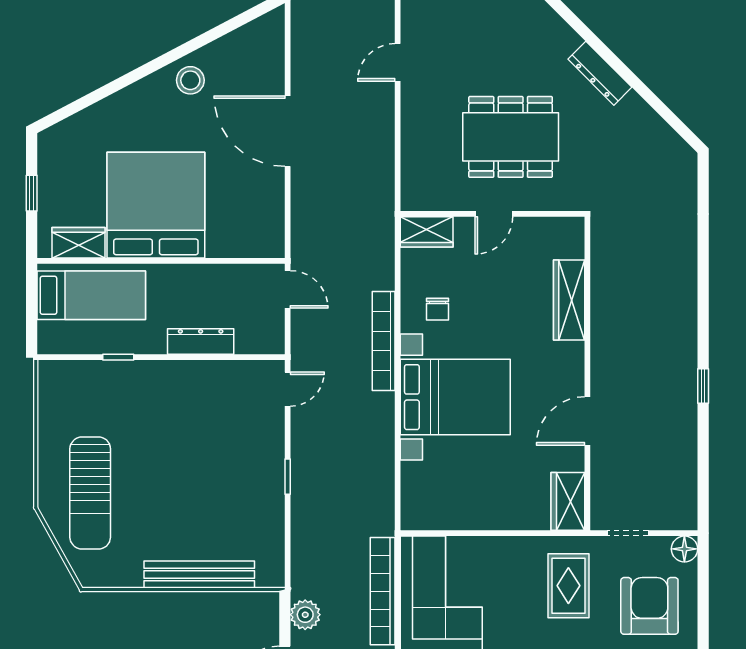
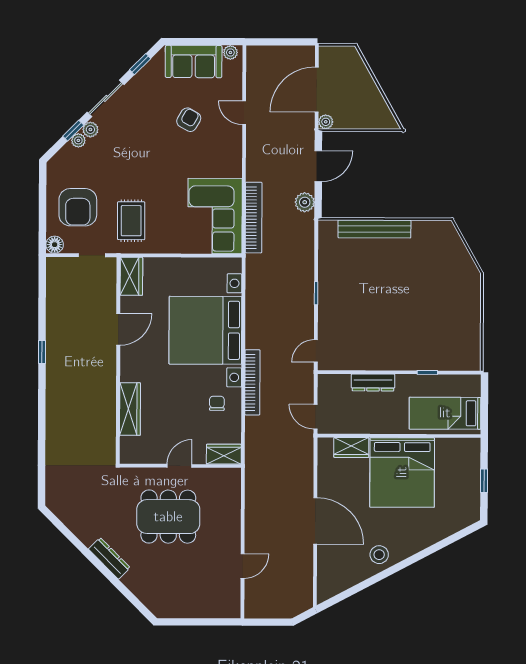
wardrobe: (79, 243) -> (351, 448), moved
bed with nightstands: (455, 397) -> (205, 330), width x1.36
sun lounger: (90, 493) -> (446, 283), removed

